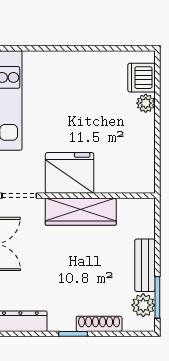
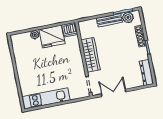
dishwasher: (141, 78) -> (70, 30), moved
fridge: (70, 173) -> (52, 37), moved, turned -90

